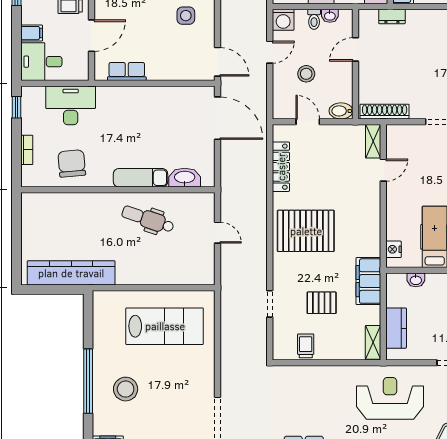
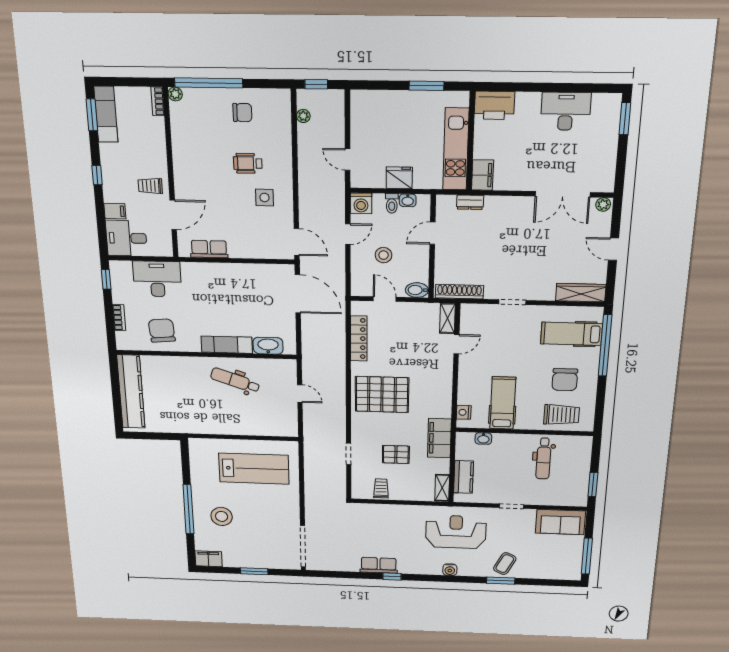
kitchen counter: (71, 273) -> (131, 392), moved, turned 90

